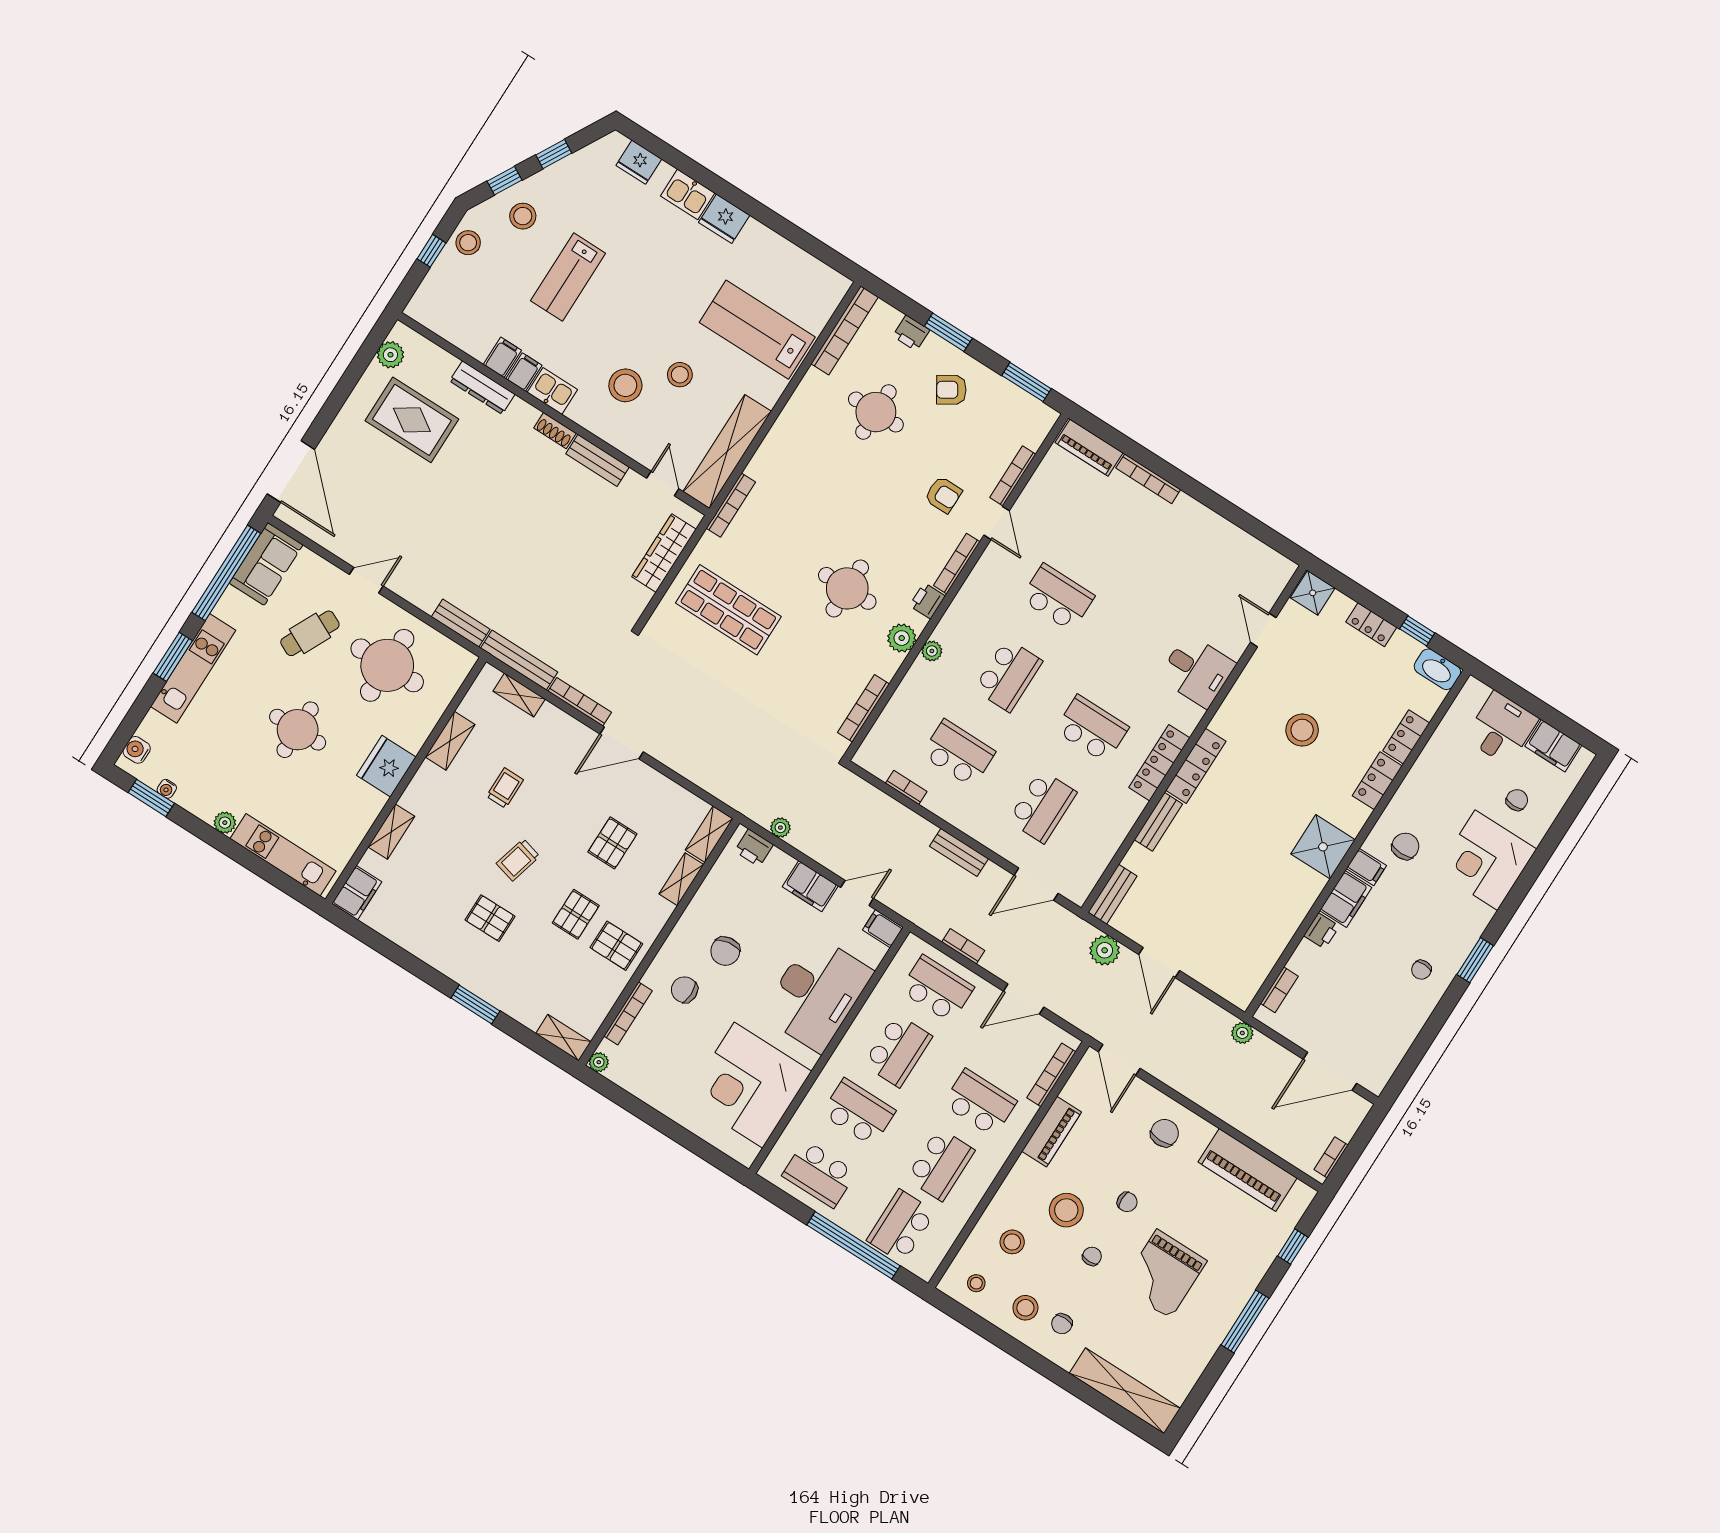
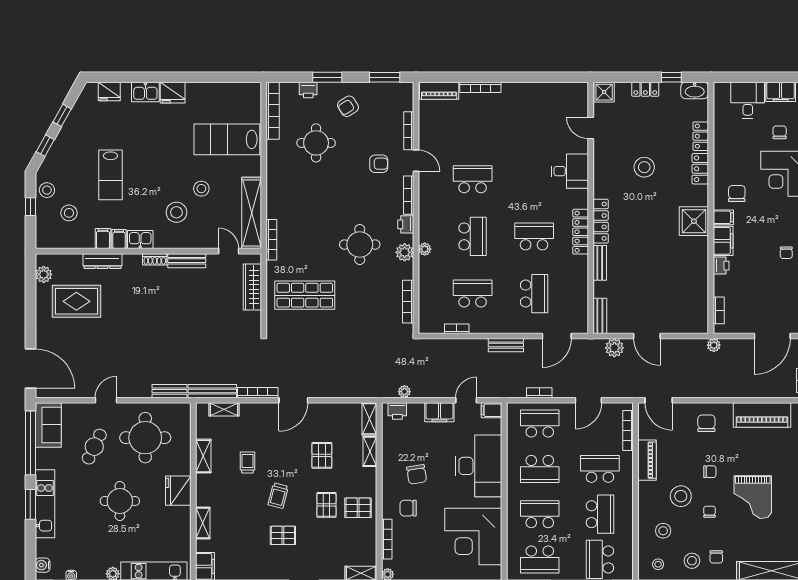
stool: (523, 216) -> (69, 213), moved
school desk: (898, 1051) -> (540, 469), turned 90

